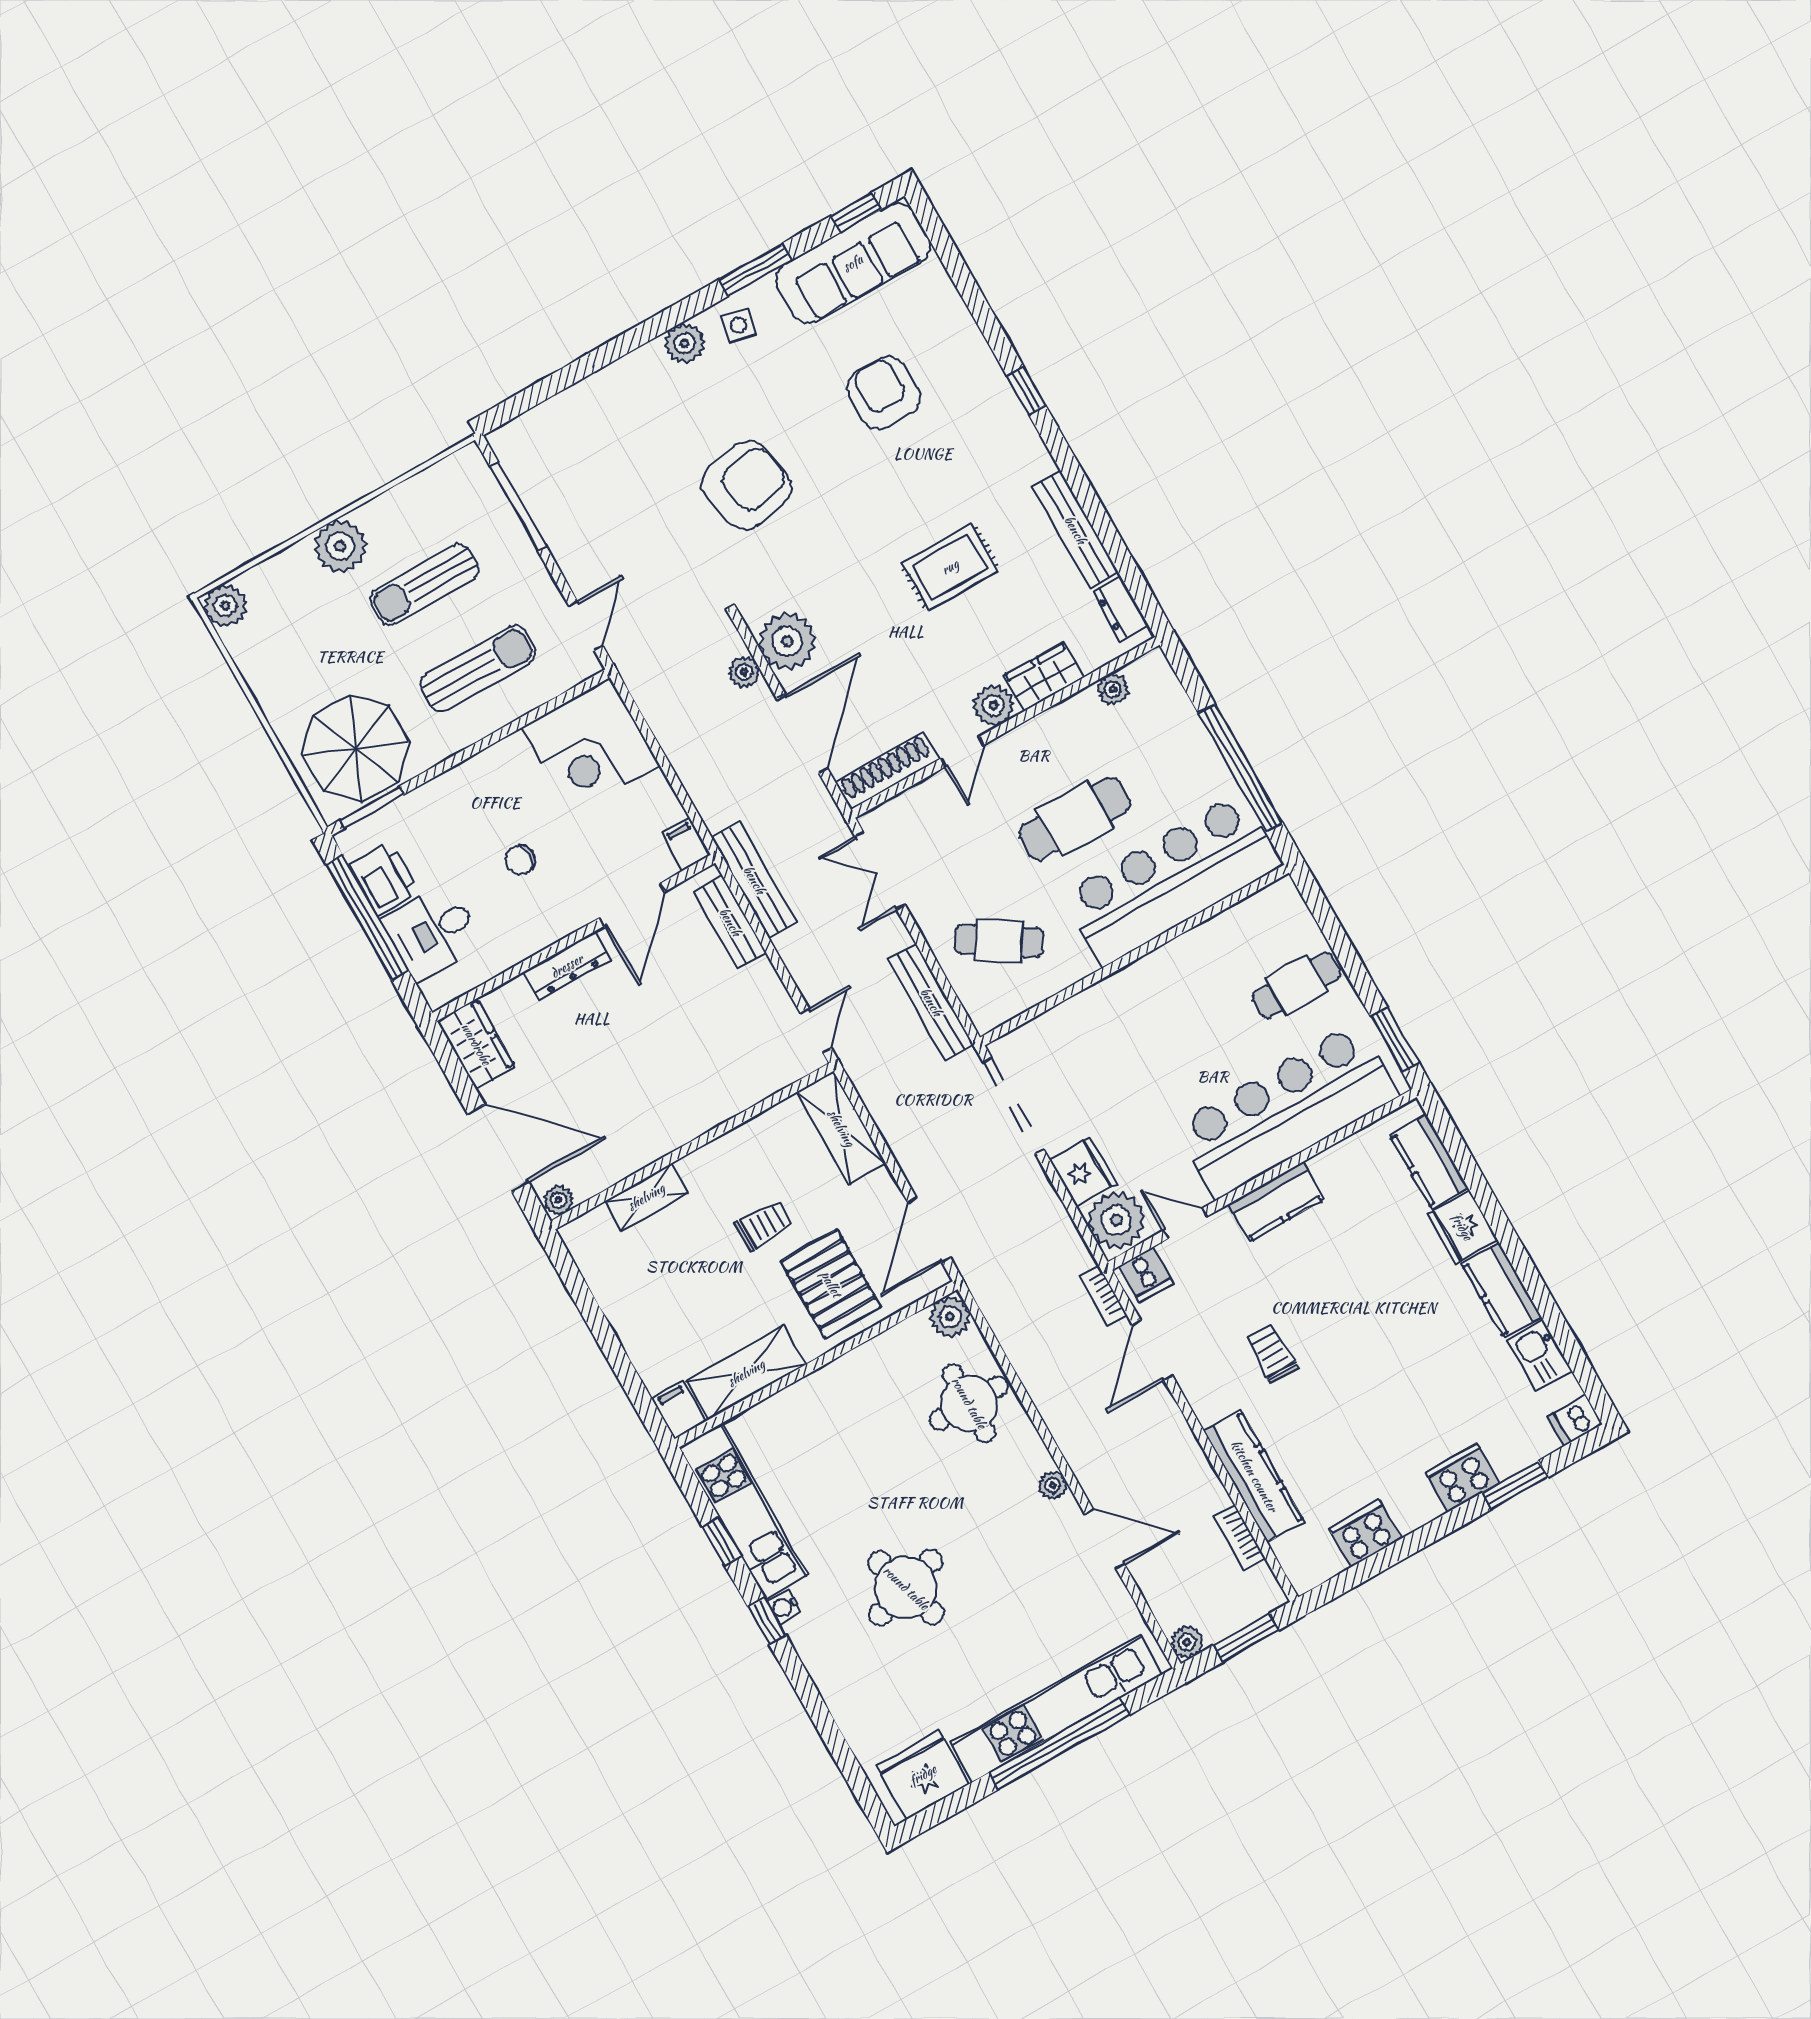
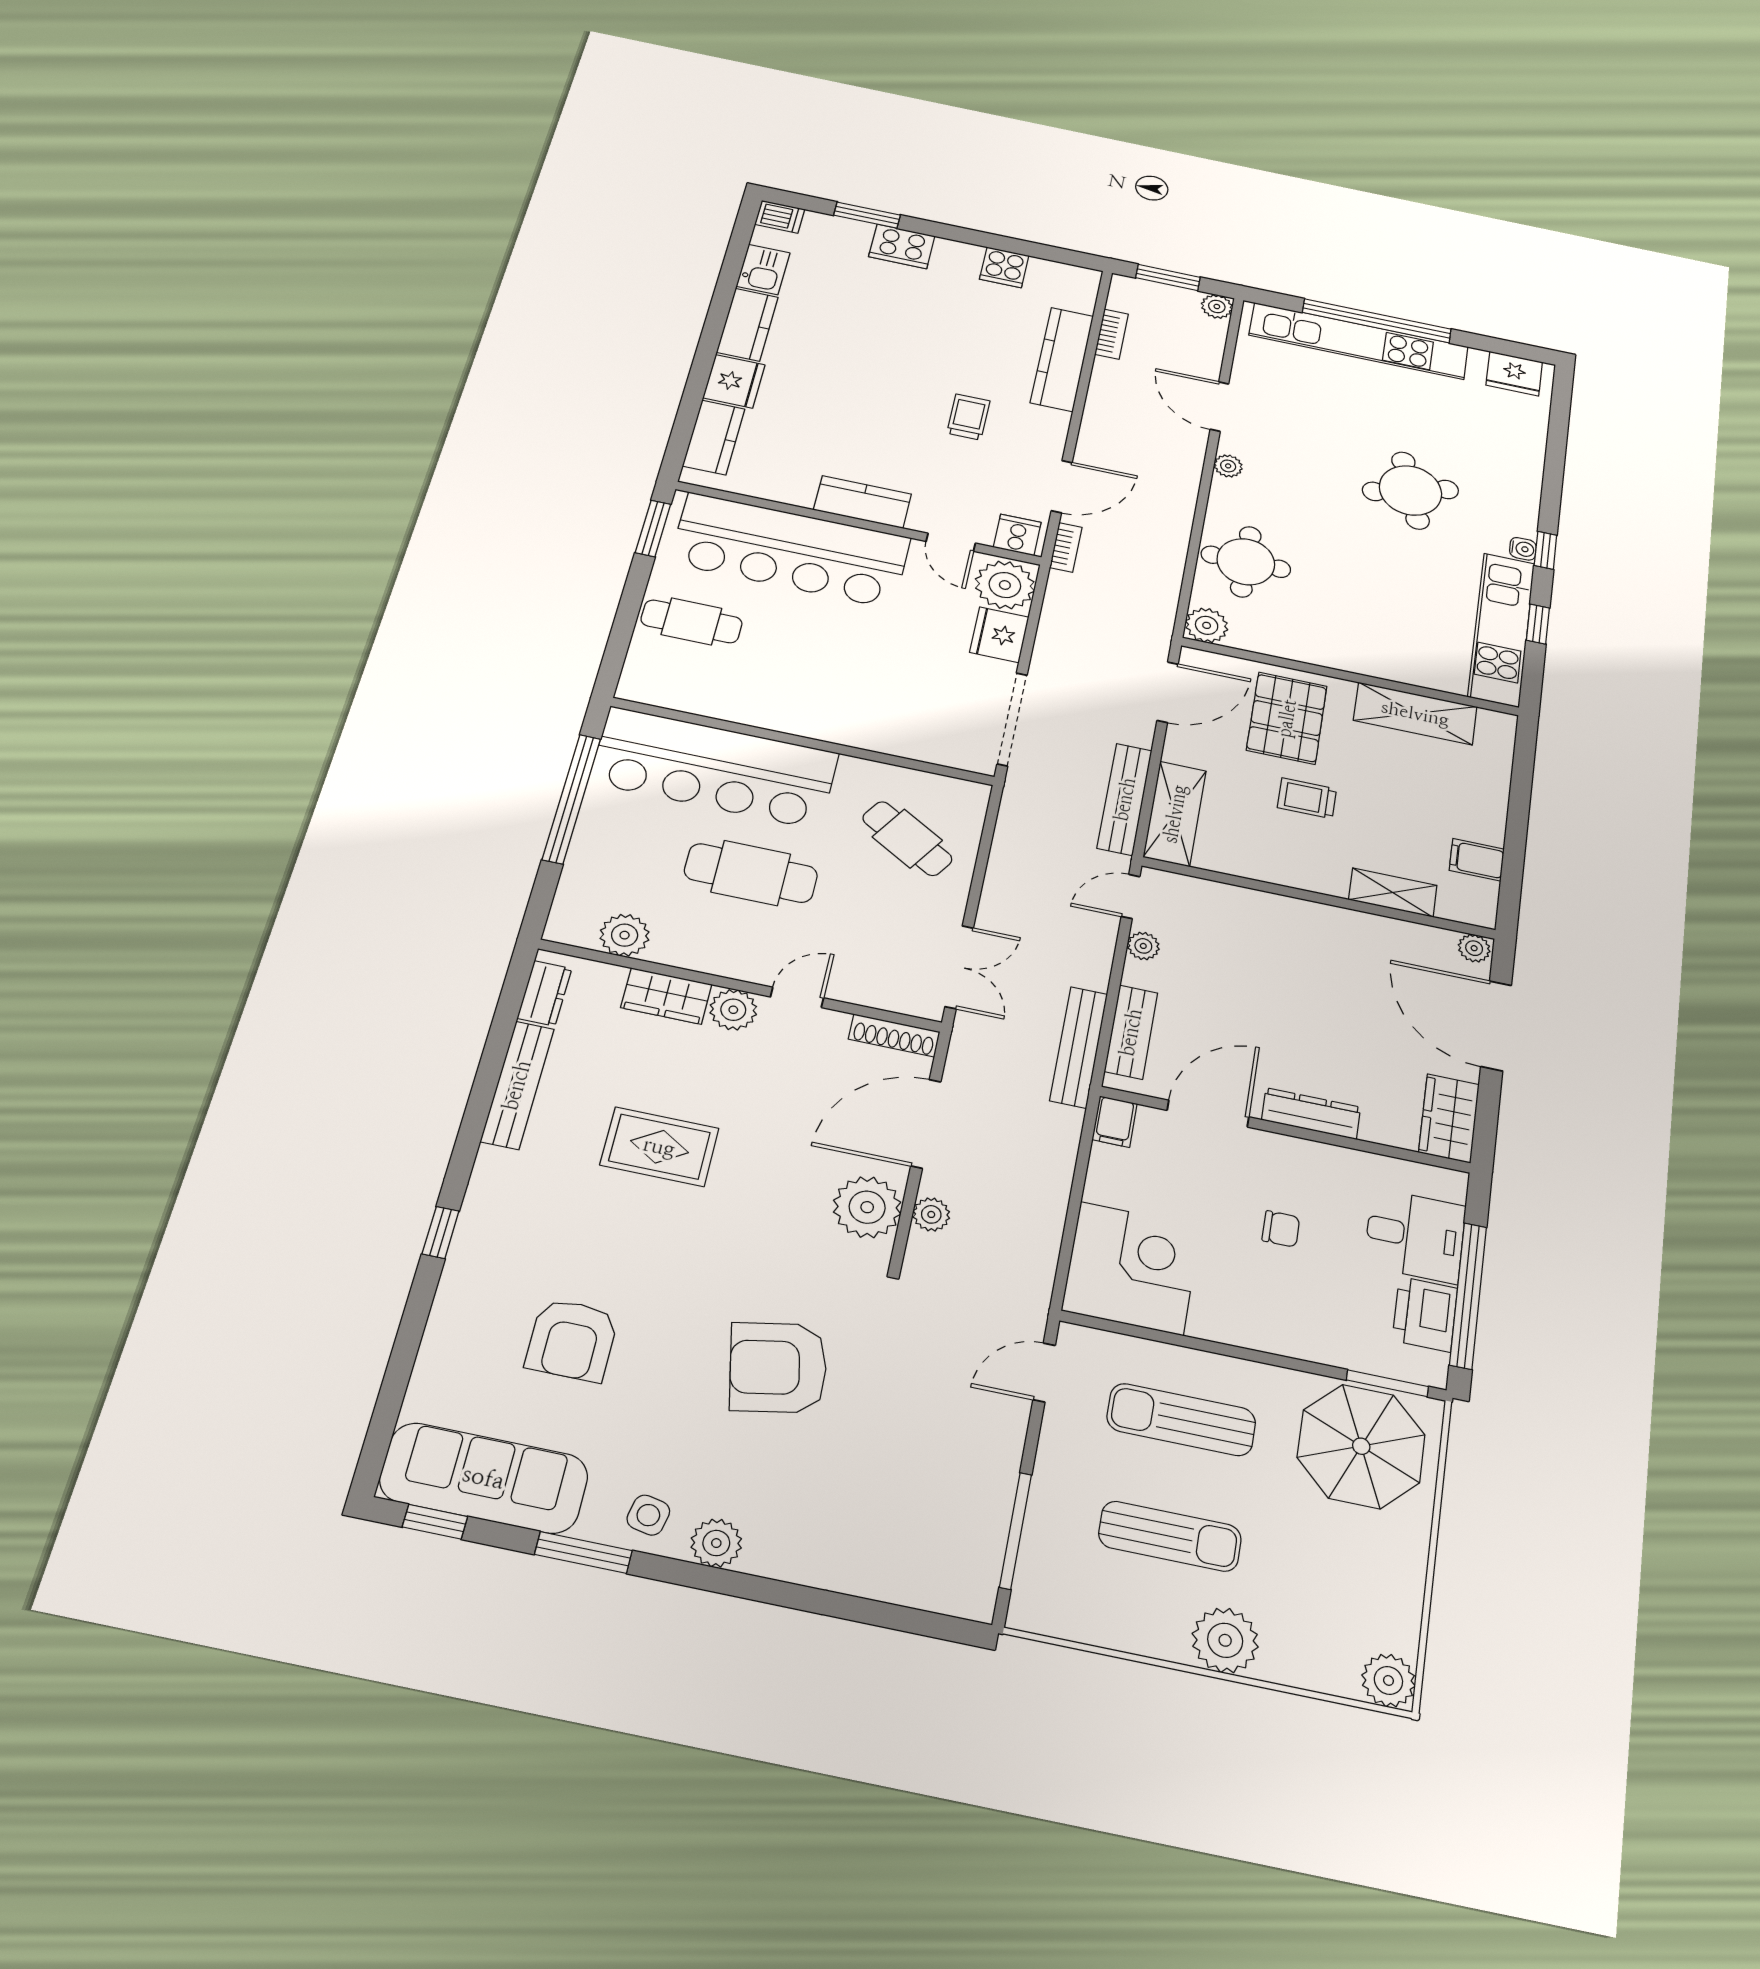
plant: (1113, 689) -> (625, 935), width x1.38, depth x1.38
shoe rack: (887, 771) -> (894, 1035), width x0.74, depth x0.81
plant: (776, 998) -> (1143, 946), added
bench: (931, 1002) -> (1125, 799), moved
trolley: (1272, 1354) -> (968, 417), turned 180
filing cabinet: (679, 1410) -> (1477, 860), moved, turned 90
cooker: (1365, 1533) -> (1004, 267), width x0.73
fridge: (923, 1775) -> (1514, 374), width x0.73, depth x0.75

